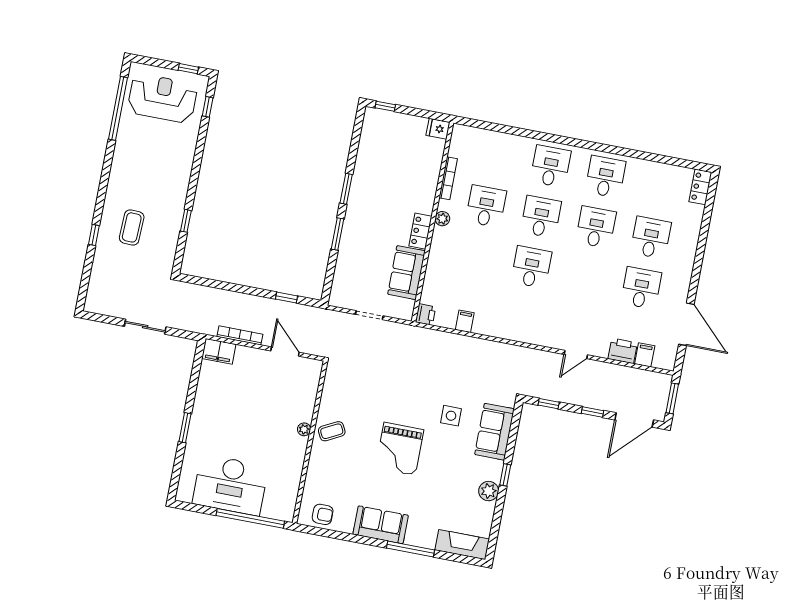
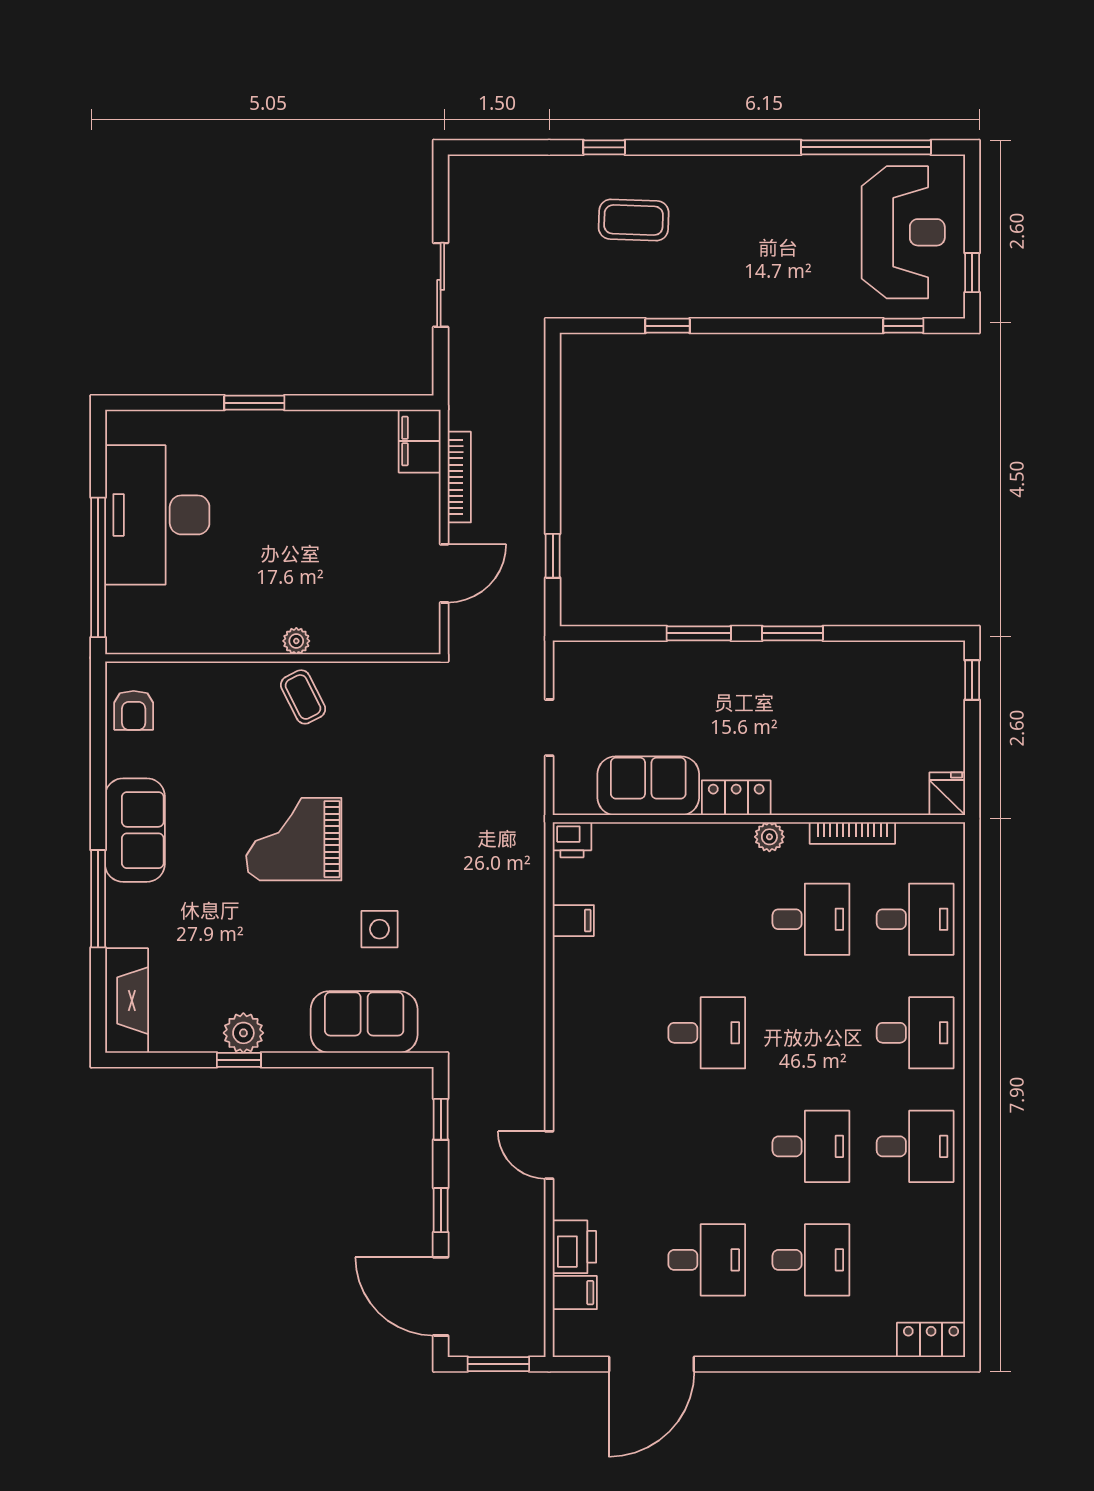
desk: (541, 217) -> (915, 919), moved
window: (505, 475) -> (239, 1060), moved

